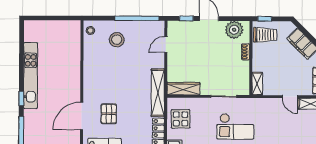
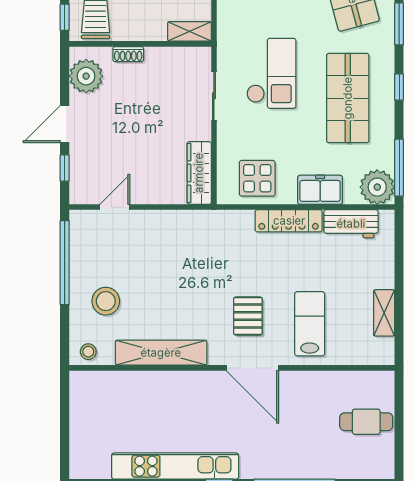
door: (166, 45) -> (115, 207), swing flipped
shelving: (158, 93) -> (161, 353), moved
pallet: (109, 114) -> (248, 316), turned 90

